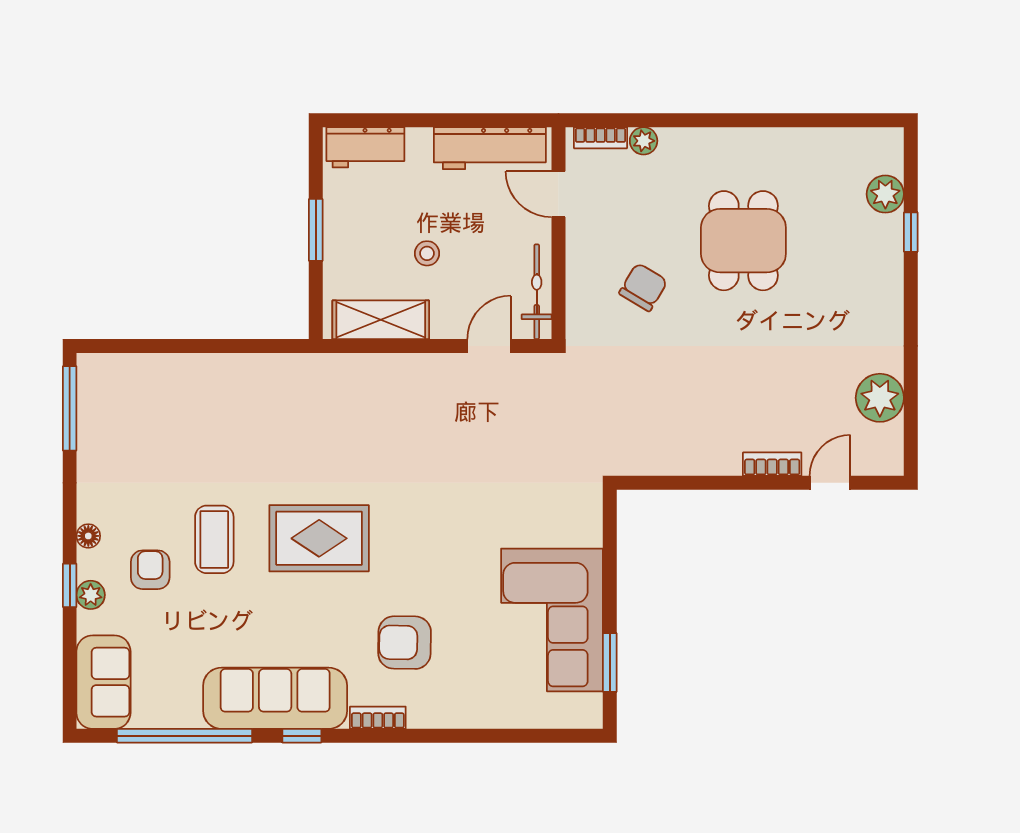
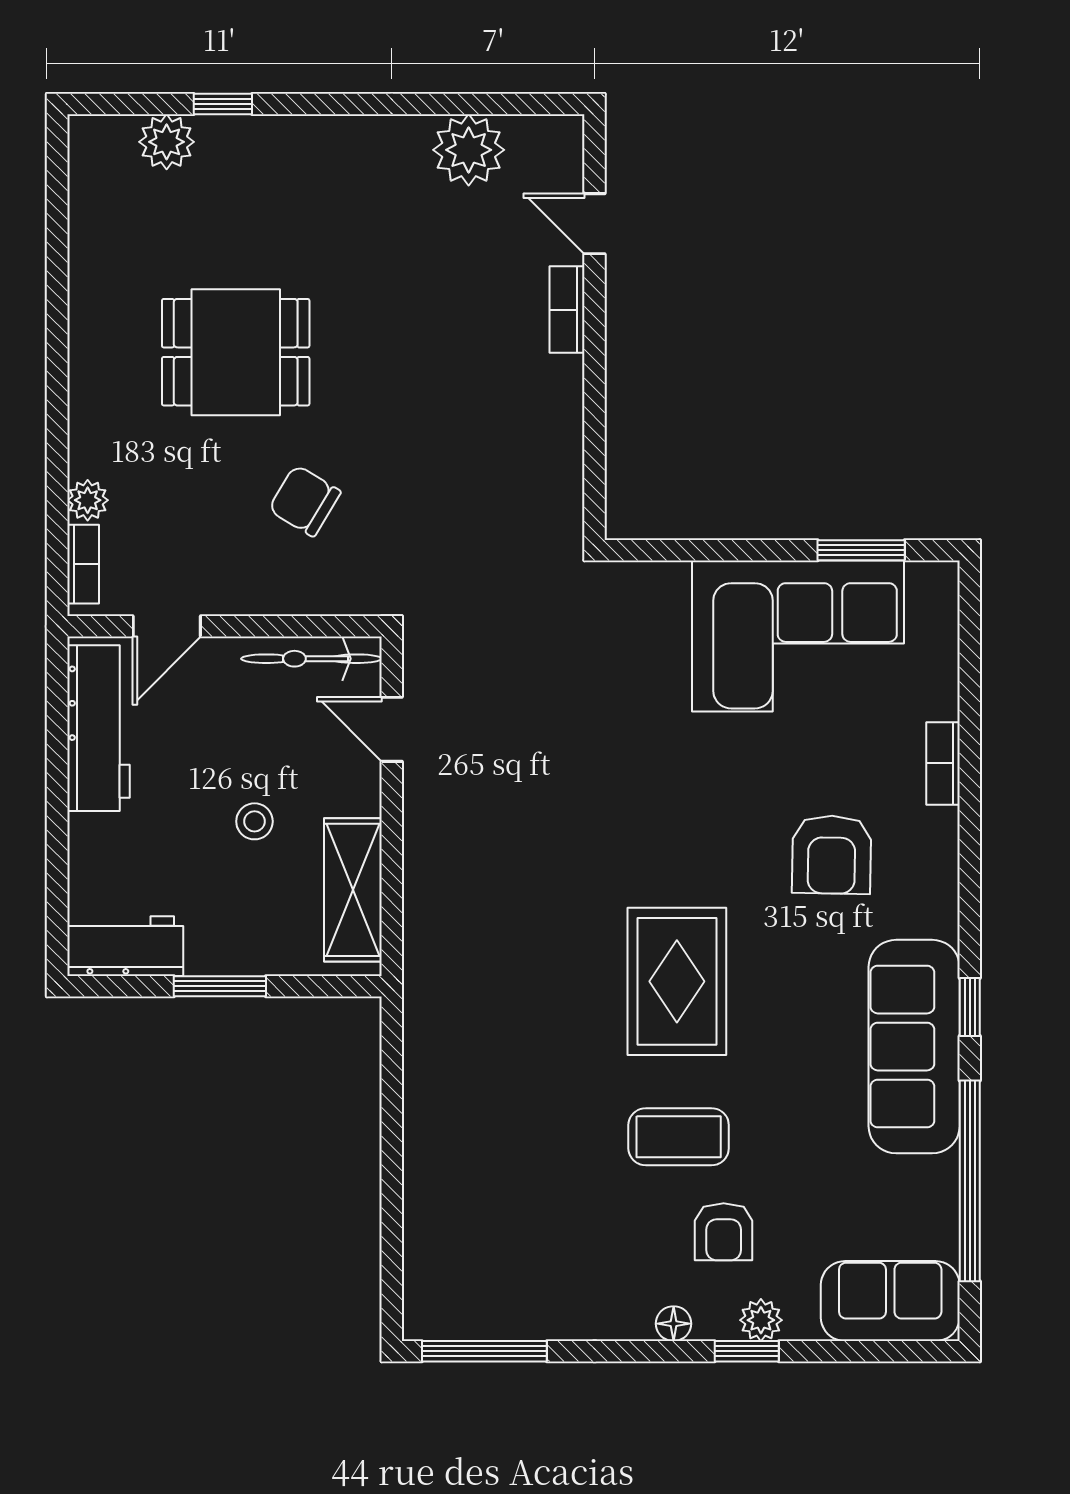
workbench: (365, 147) -> (125, 946), moved, turned -90
armchair: (150, 570) -> (724, 1232), turned -90
bookcase: (378, 718) -> (943, 763), moved

